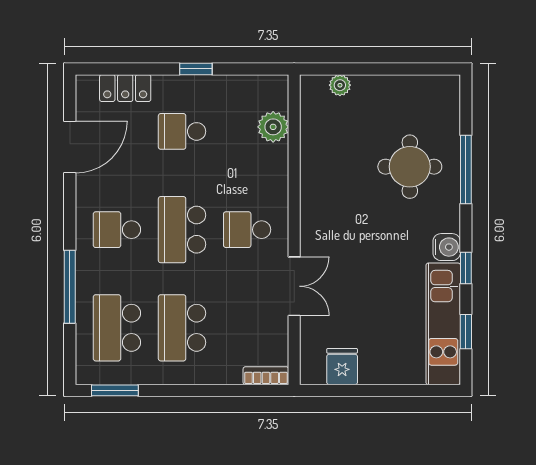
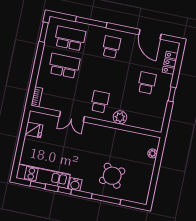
plant: (273, 127) -> (120, 117), moved
round table: (410, 167) -> (112, 176), turned -38
school desk: (182, 230) -> (105, 74), removed

